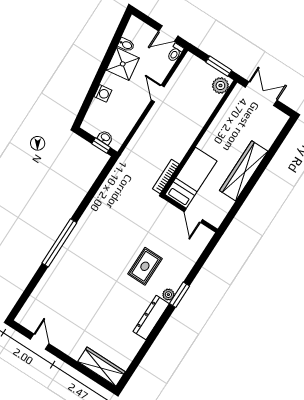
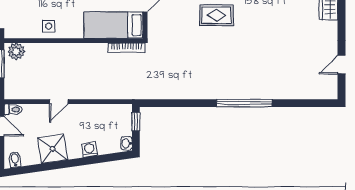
bidet: (126, 45) -> (15, 159), moved
side table: (224, 125) -> (49, 26), added
washbasin: (105, 137) -> (127, 143), moved

